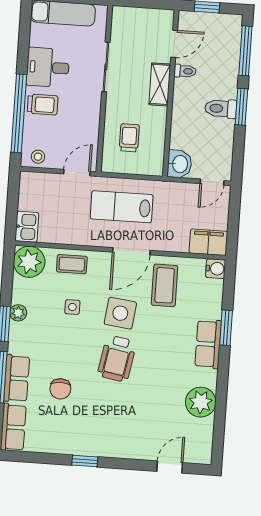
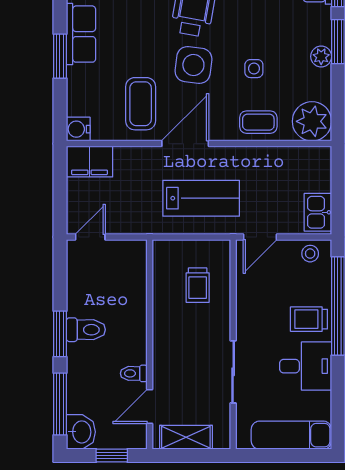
shelving: (160, 84) -> (186, 437), moved, turned 90
washbasin: (179, 164) -> (81, 432), moved, turned 180
kitchen sink: (27, 227) -> (318, 212), moved

